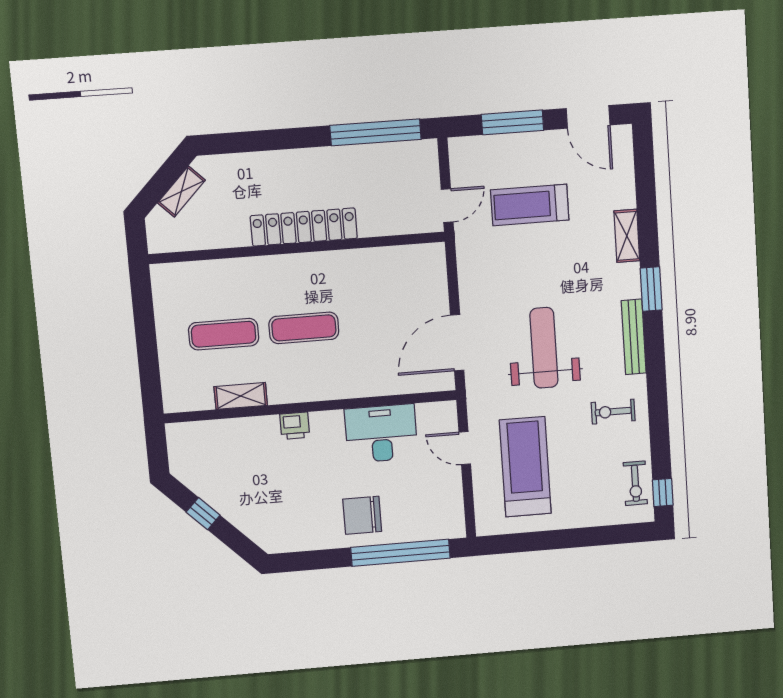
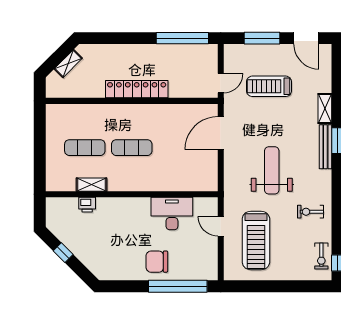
bench: (634, 337) -> (325, 147), moved
door: (457, 343) -> (221, 133), moved
printer: (295, 426) -> (87, 205), moved
treadmill: (525, 467) -> (256, 241), turned 180

